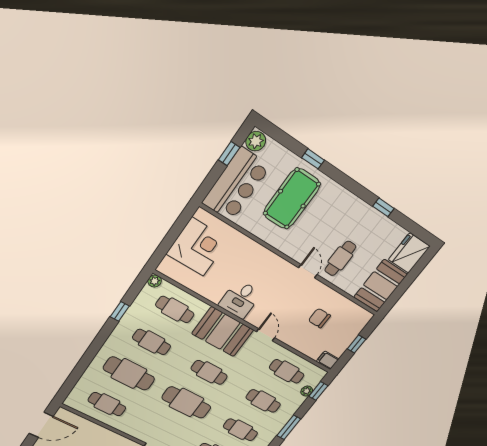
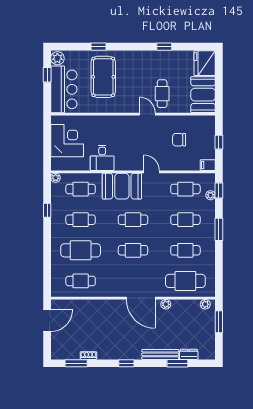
desk: (240, 299) -> (102, 158), moved
cafe table: (186, 403) -> (133, 250), width x0.73, depth x0.74

